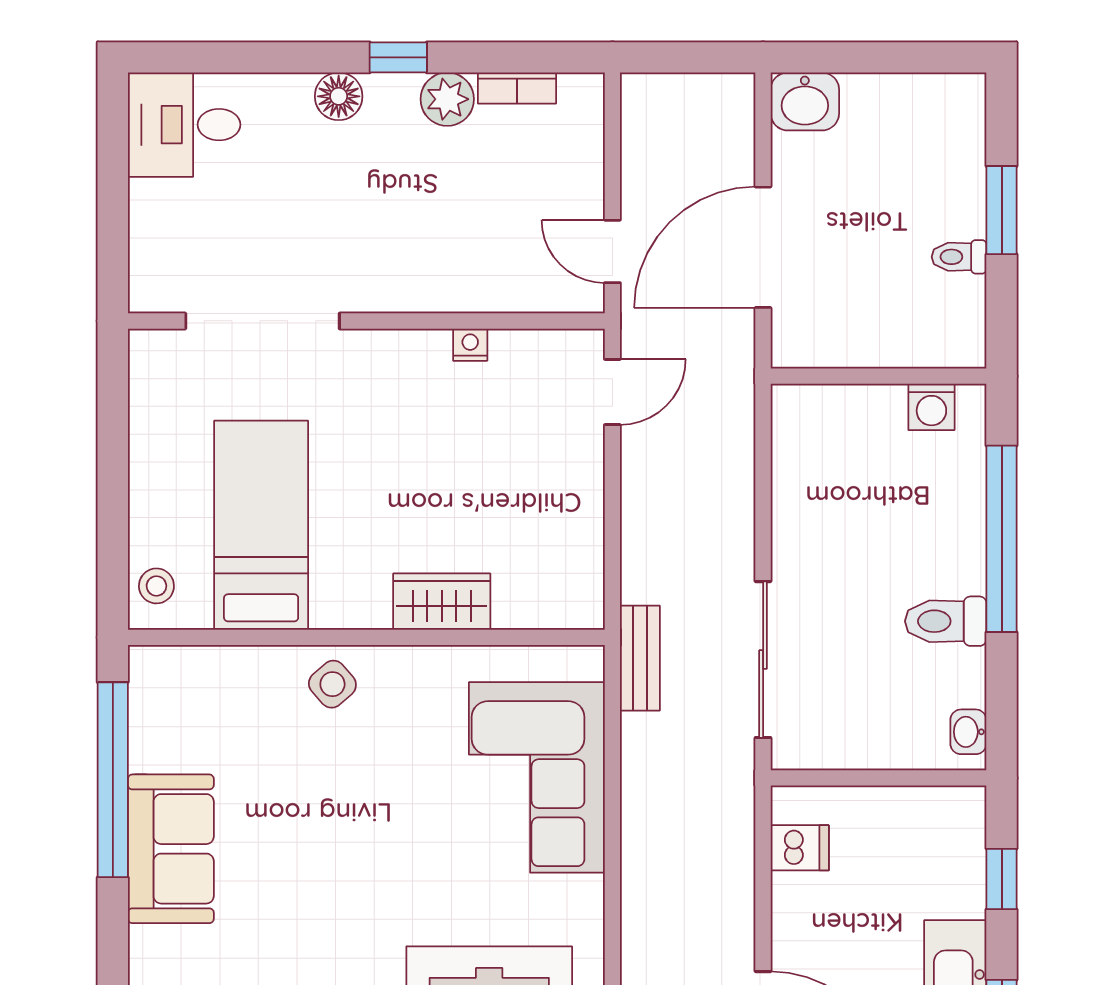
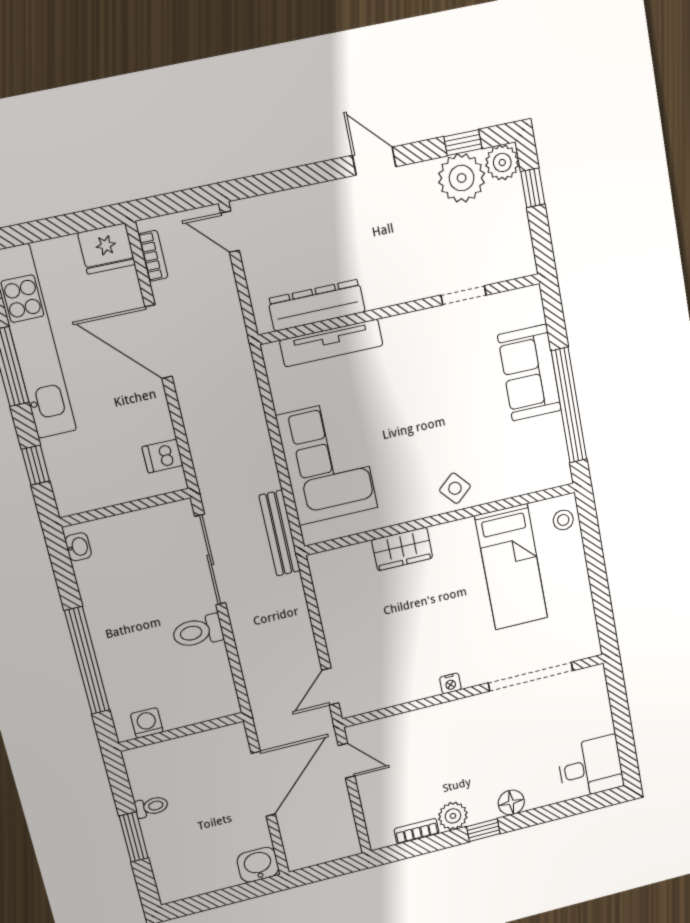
nightstand: (470, 345) -> (450, 683), moved
toilet: (946, 621) -> (198, 632), moved, turned 180
bench: (640, 658) -> (280, 533), width x1.36

